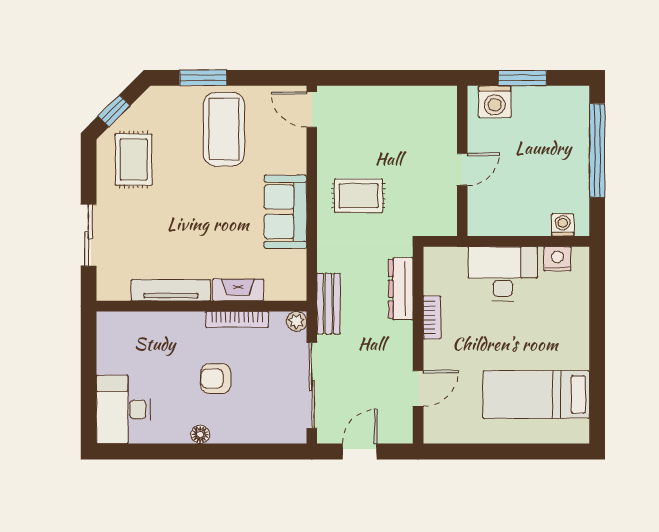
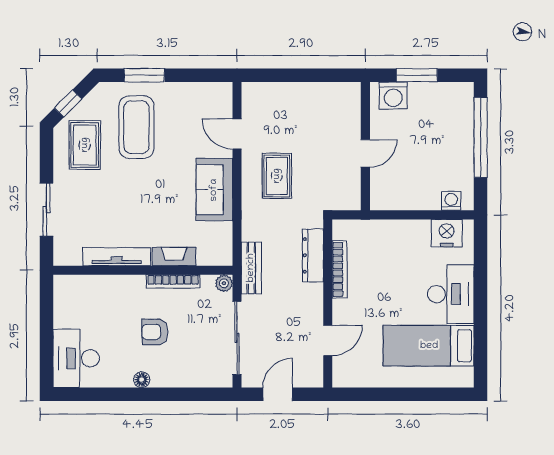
door: (312, 110) -> (237, 134), moved
coffee table: (224, 129) -> (136, 127), moved
rug: (358, 196) -> (277, 176), turned 90
nightstand: (557, 259) -> (447, 233), width x1.36, depth x1.33
desk: (503, 274) -> (451, 294), moved, turned 90
bookcase: (432, 317) -> (340, 269), width x1.56

